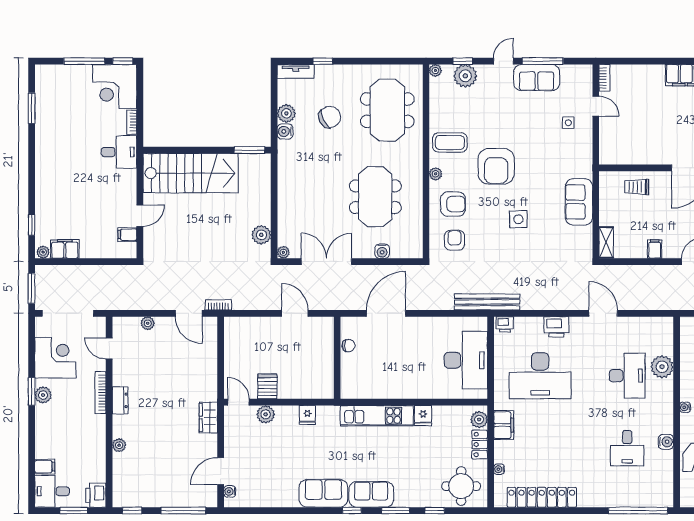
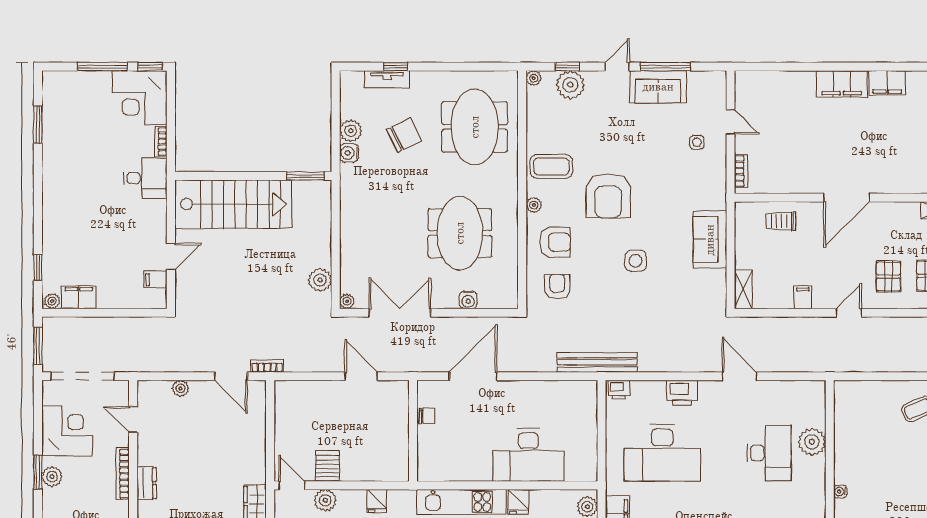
tv unit: (296, 71) -> (387, 79), moved
bookcase: (604, 78) -> (741, 171), moved
desk: (466, 360) -> (528, 455), moved, turned 90

